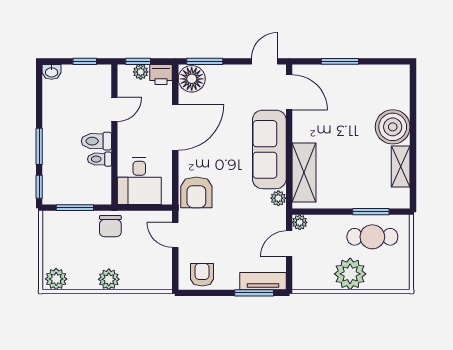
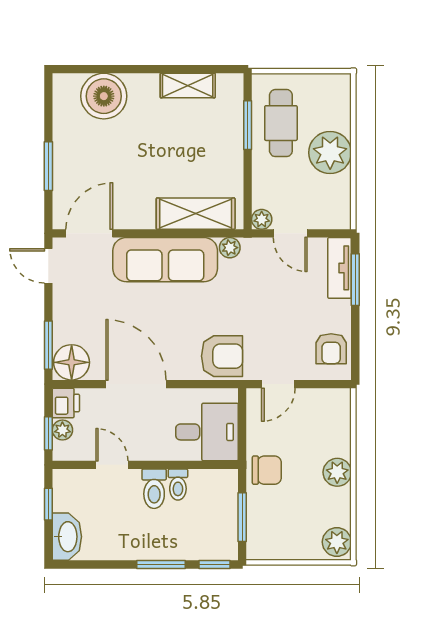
washbasin: (52, 72) -> (67, 537), width x1.91, depth x1.45
boiler: (393, 127) -> (104, 96), moved
armchair: (202, 275) -> (331, 349), turned -90

